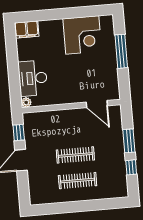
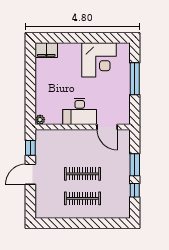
desk: (33, 78) -> (80, 111), moved, turned -90

